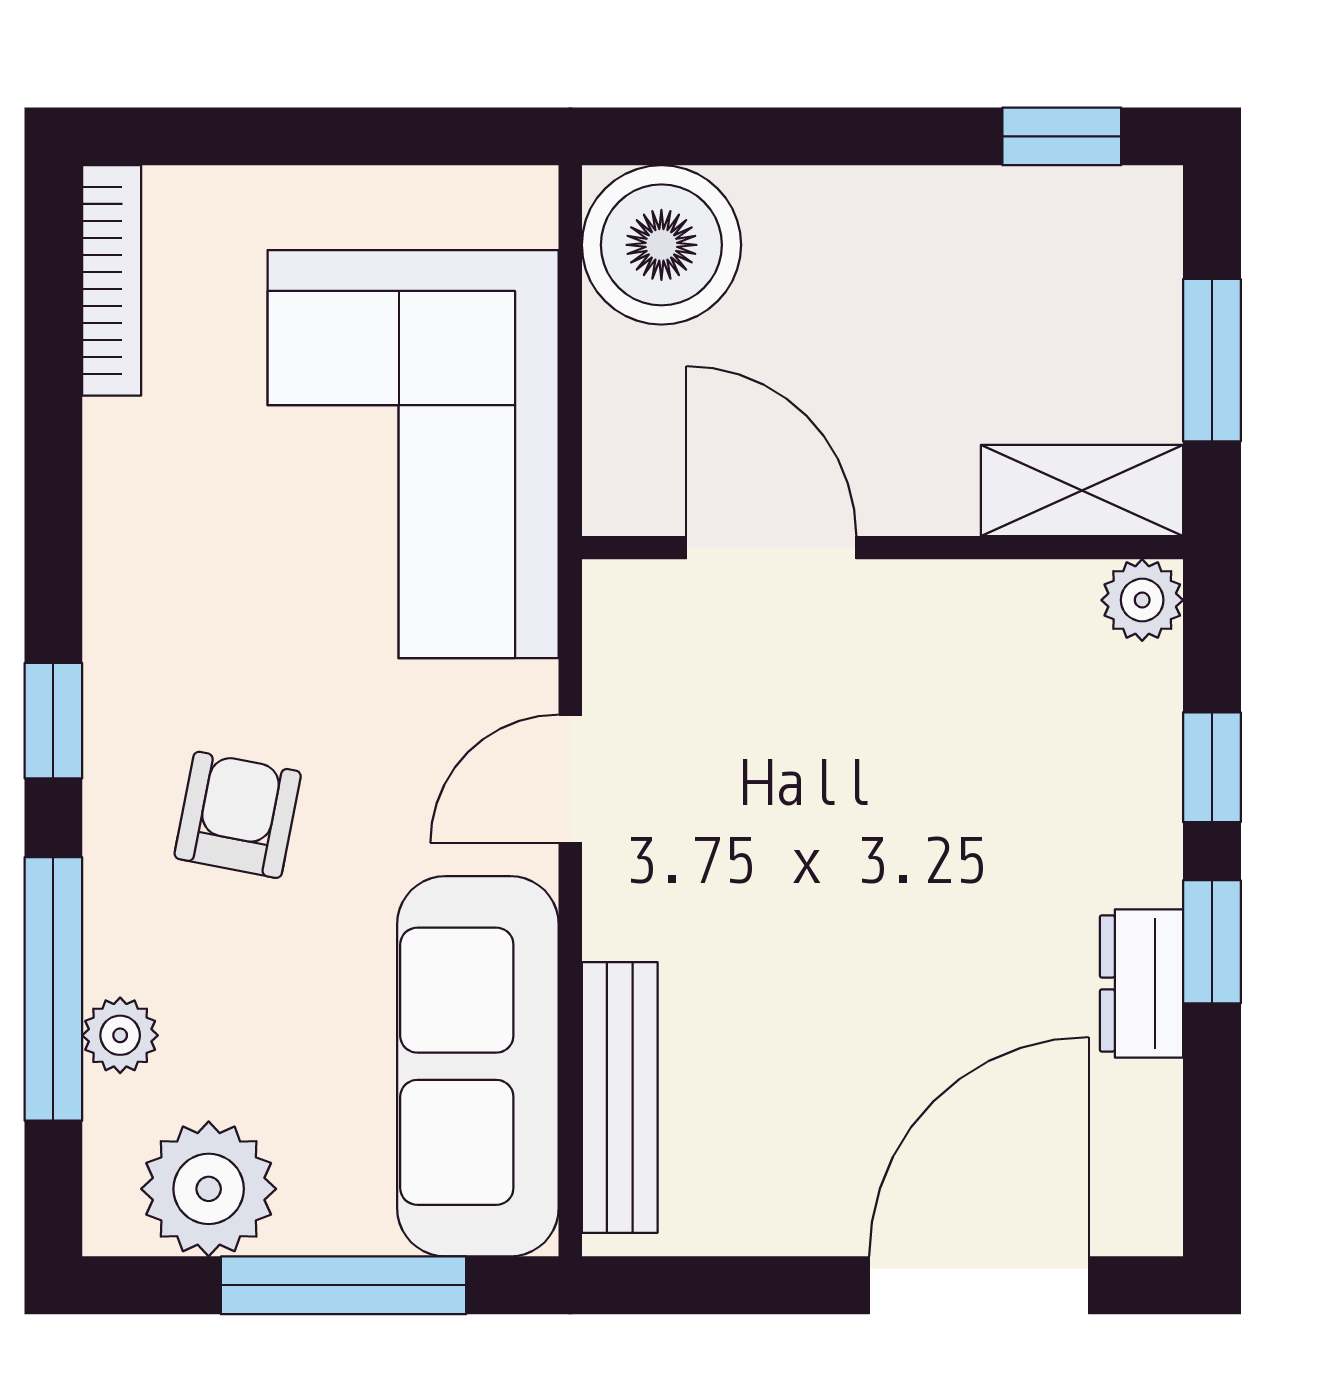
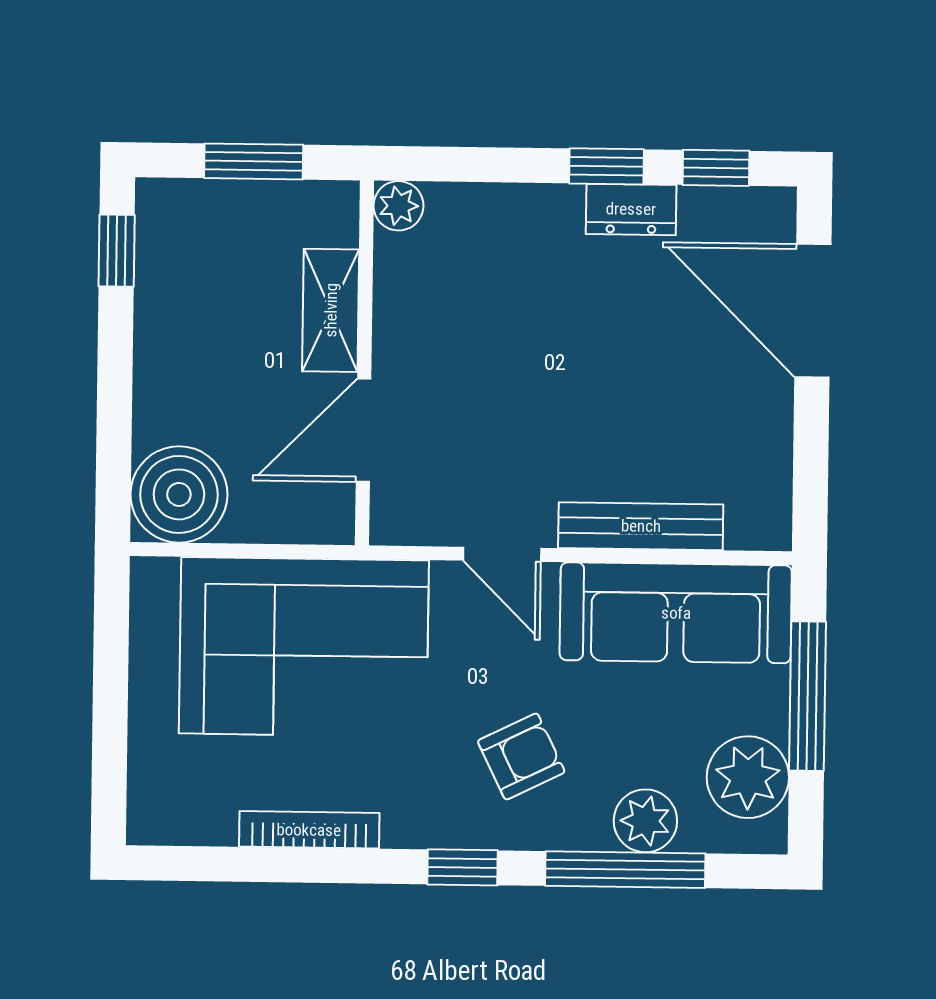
bookcase: (112, 280) -> (309, 830), moved
shelving: (1082, 491) -> (331, 310), moved
window: (1212, 767) -> (716, 168), moved
armchair: (238, 815) -> (521, 756), turned 143
plant: (120, 1035) -> (645, 821), width x1.38, depth x1.38
bench: (620, 1097) -> (641, 526), moved

